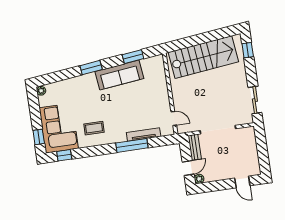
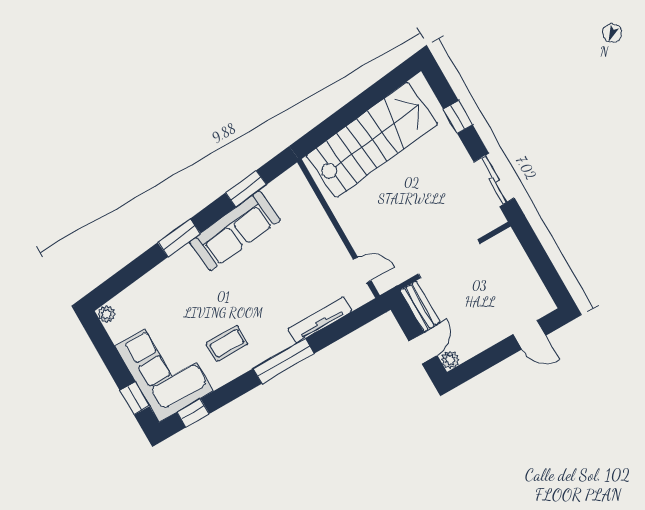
window: (248, 50) -> (458, 117), moved
window: (132, 145) -> (284, 361), moved

